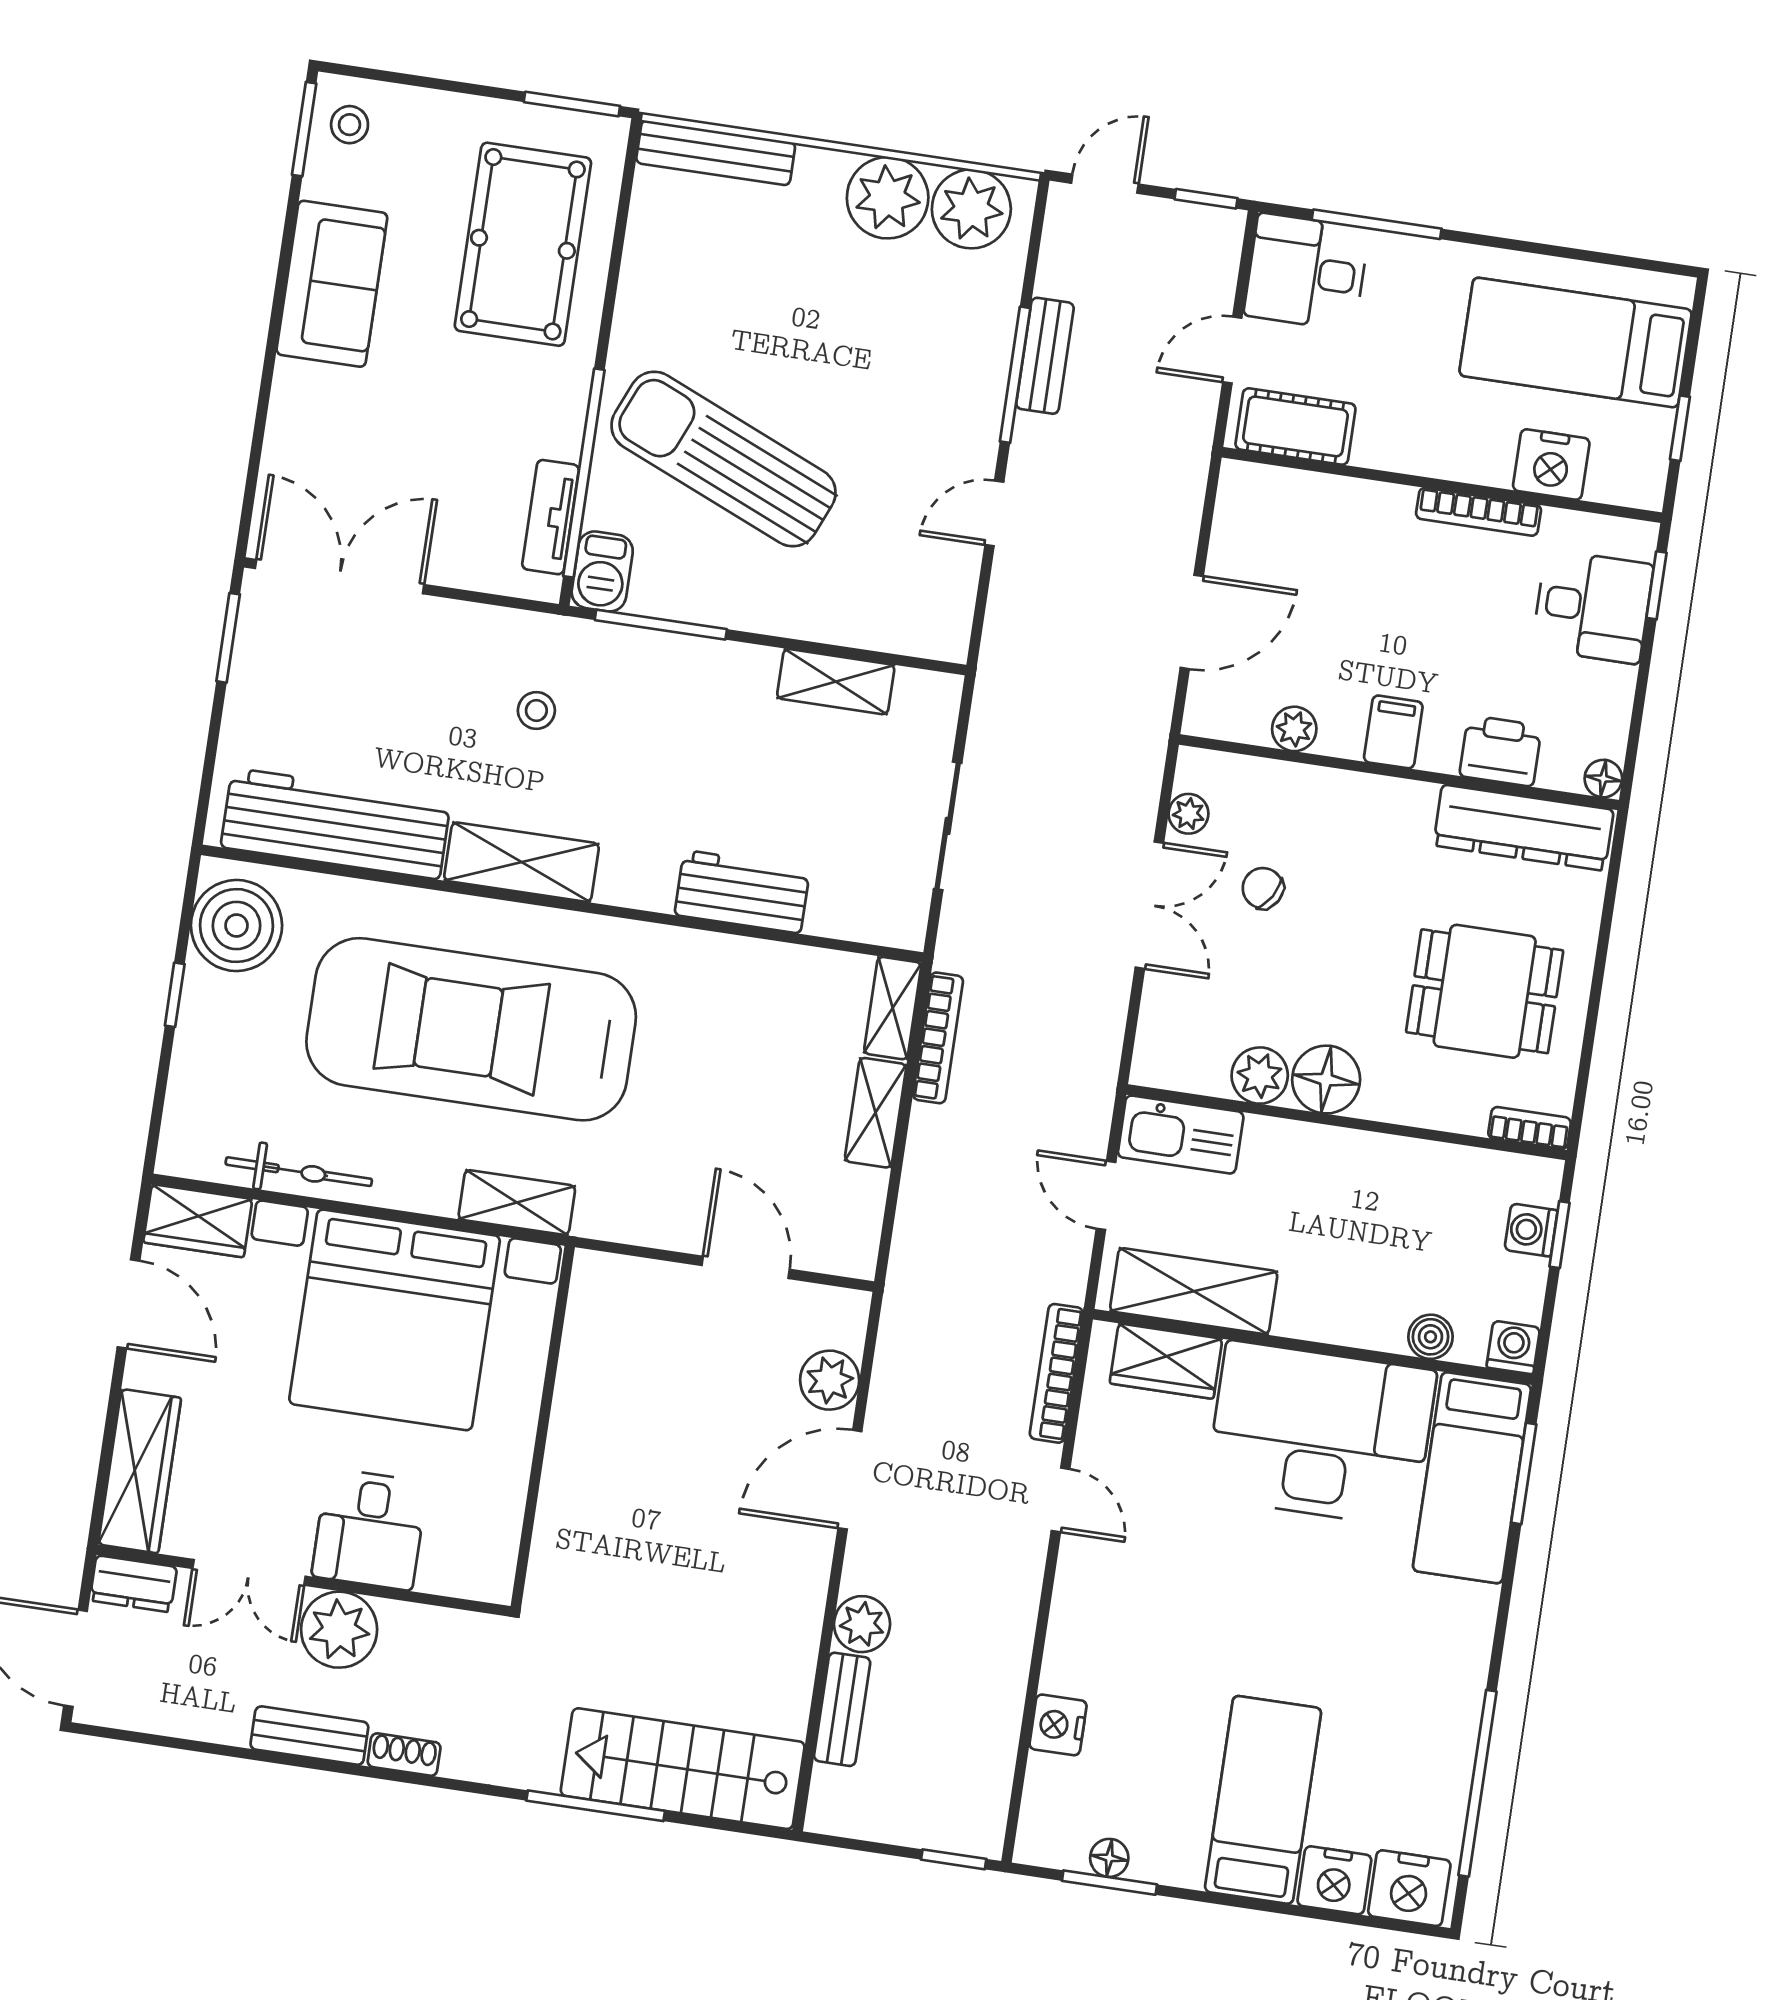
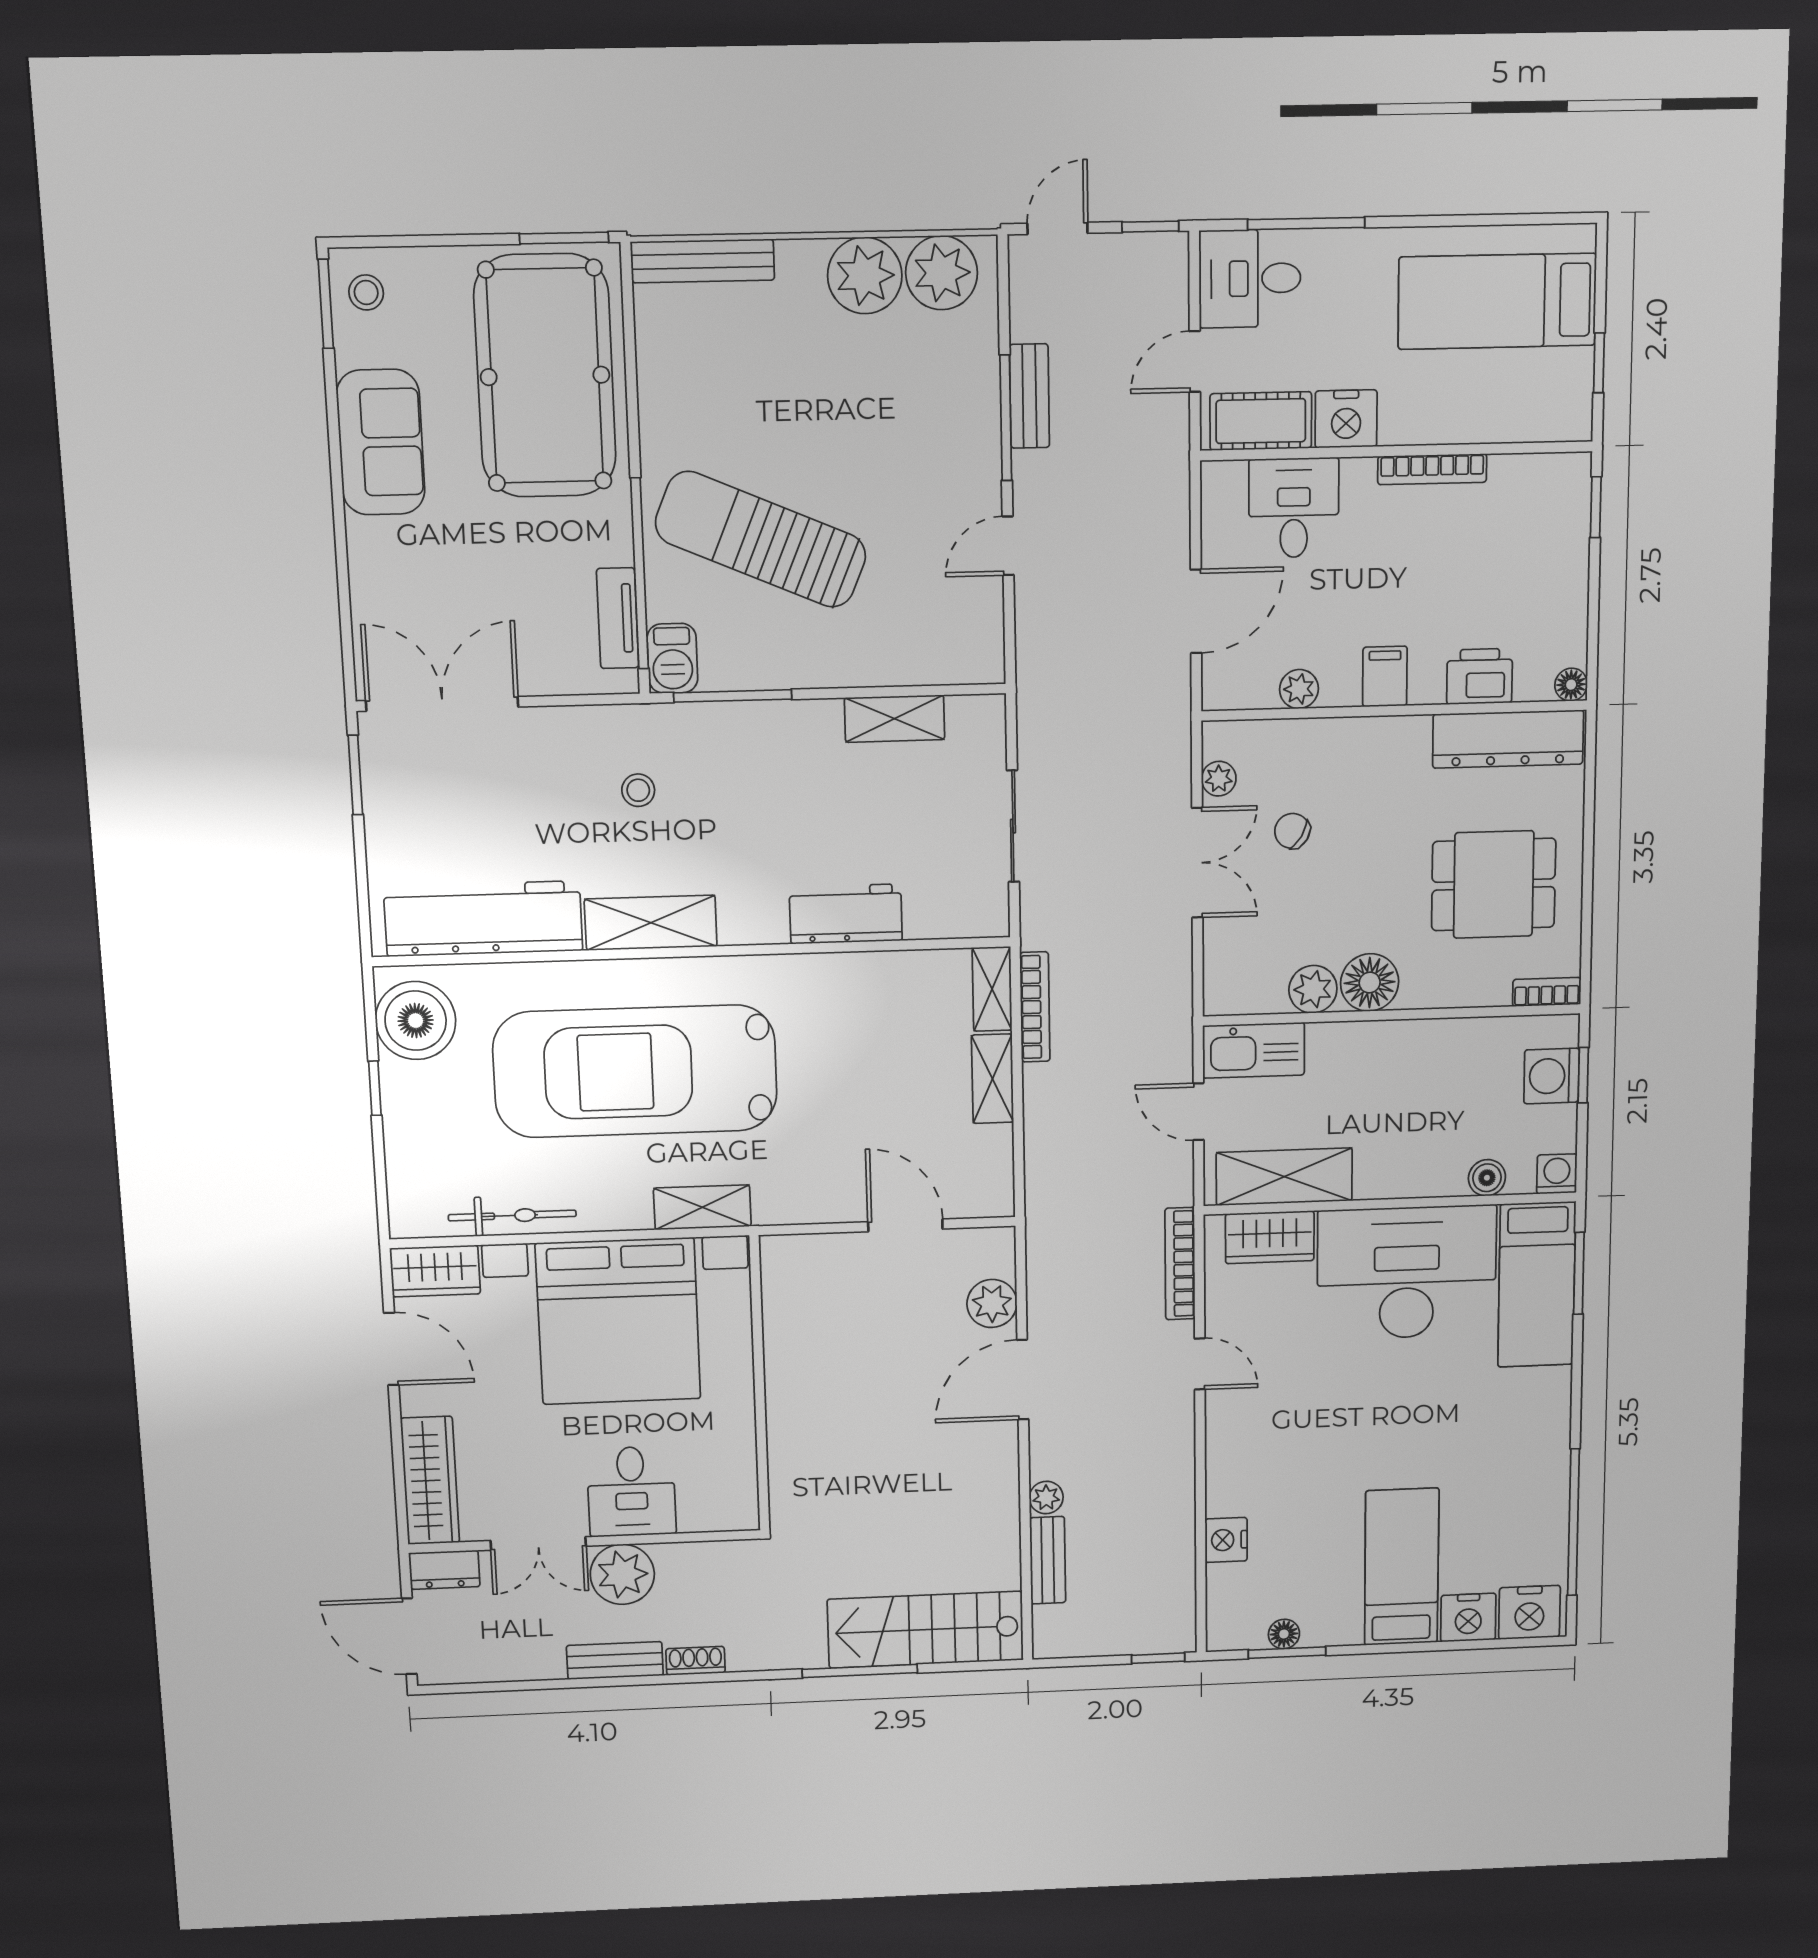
pool table: (523, 244) -> (545, 376), width x1.36, depth x1.32
nightstand: (1551, 464) -> (1346, 419), moved
desk: (1593, 607) -> (1294, 508), moved, turned -90
washing machine: (1531, 1230) -> (1552, 1076), width x1.38, depth x1.38
plant: (862, 1624) -> (1046, 1498), width x0.73, depth x0.73

